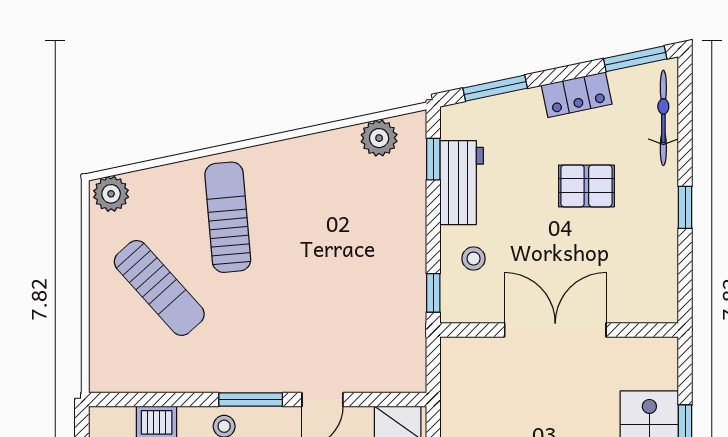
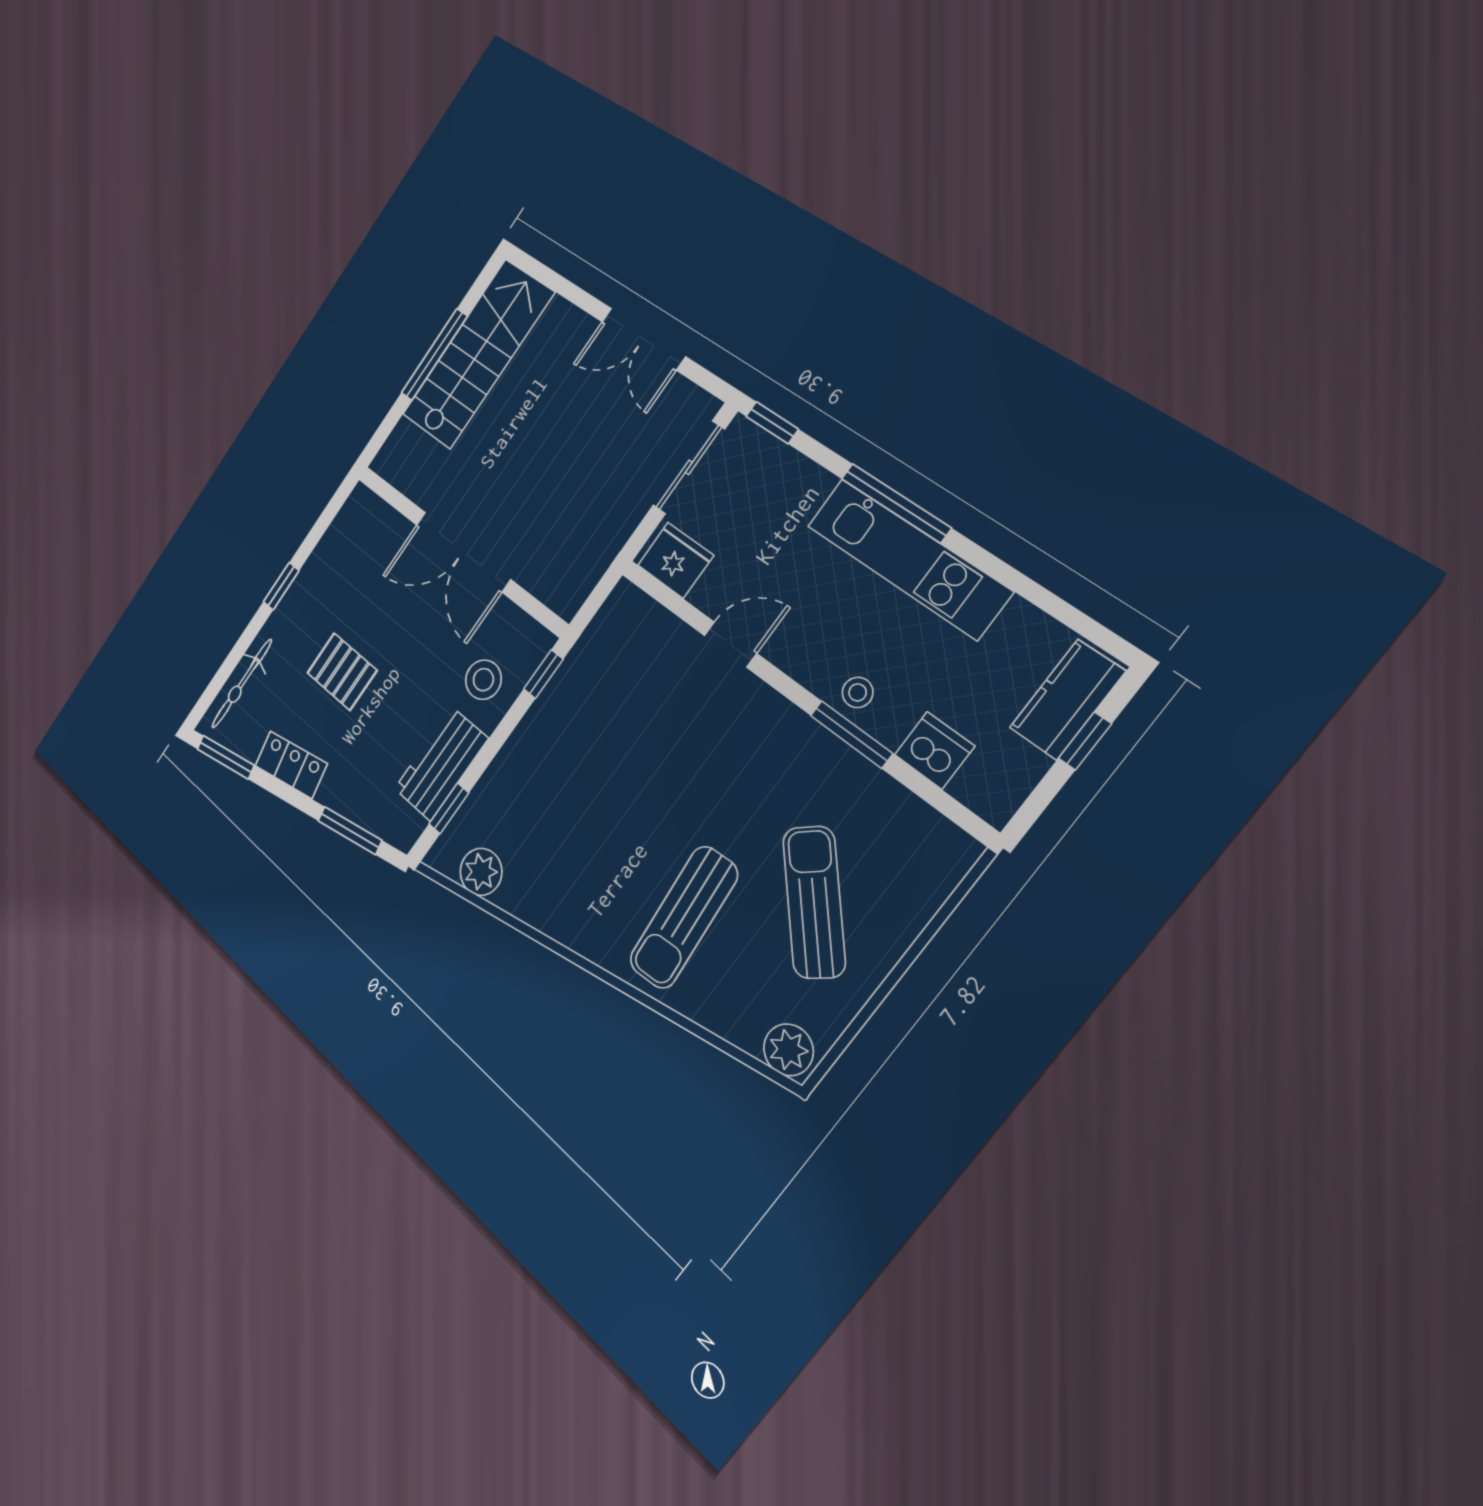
stool: (474, 259) -> (483, 680), width x1.37, depth x1.37
window: (251, 400) -> (851, 734), moved

